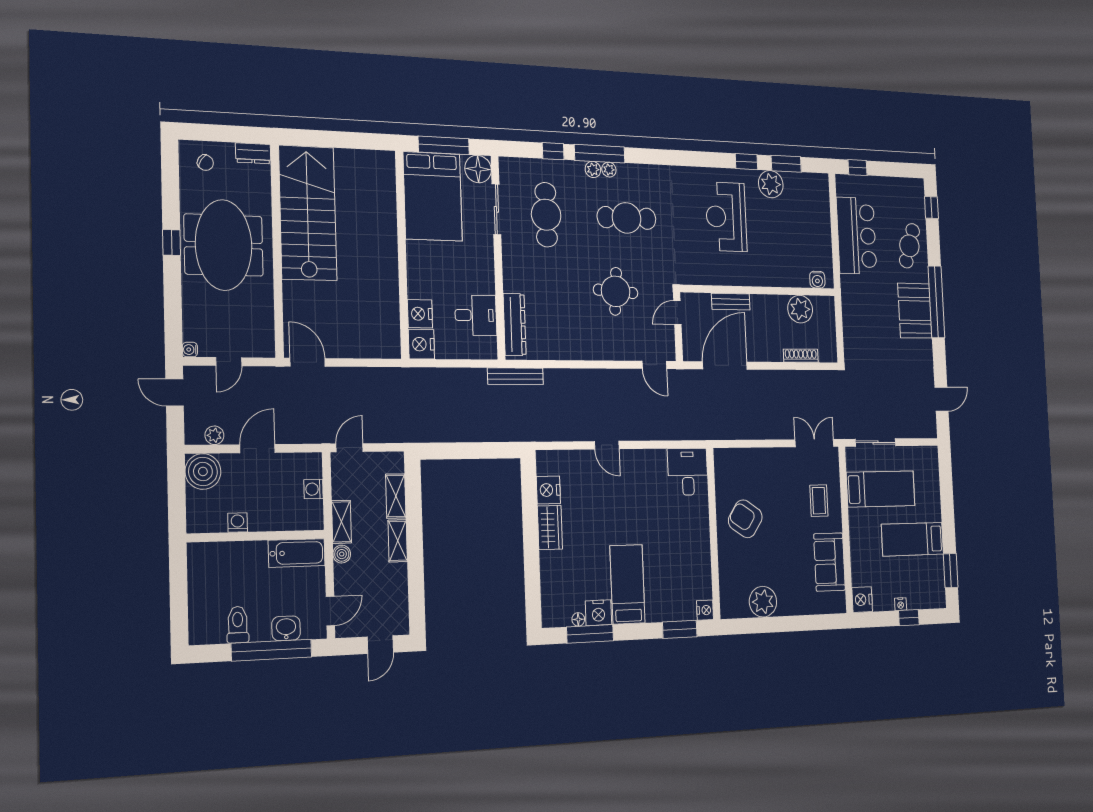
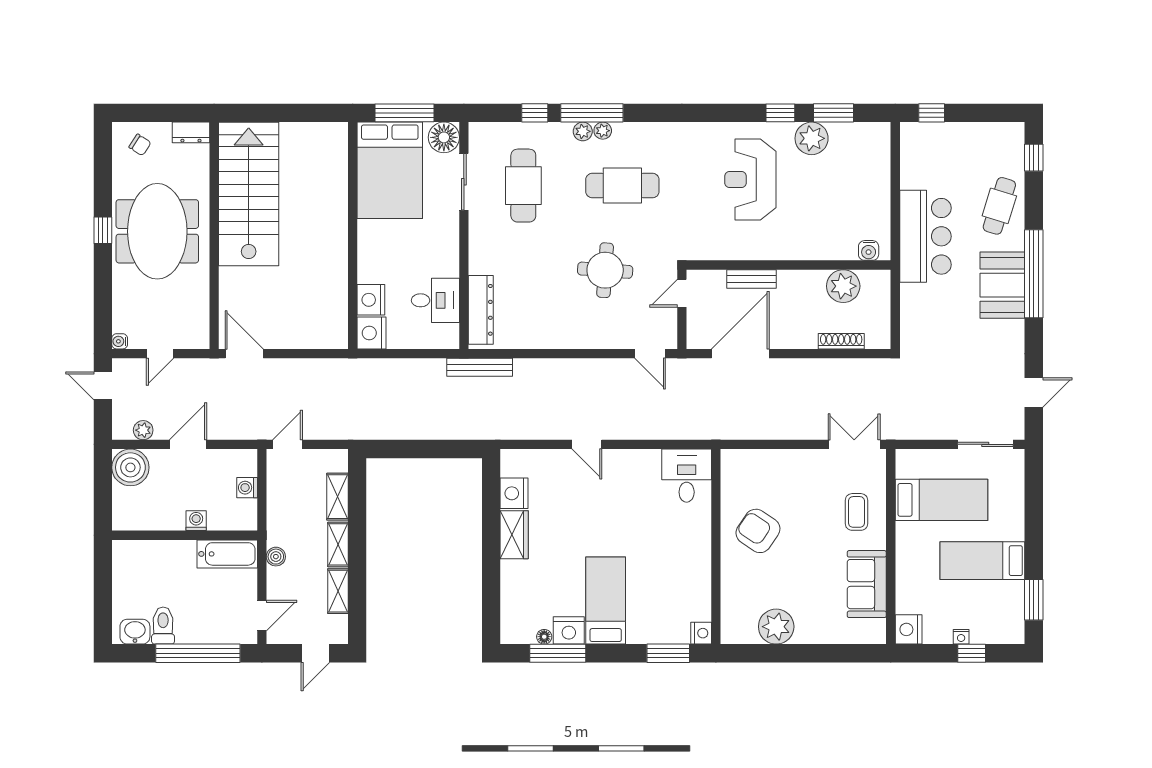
bar counter: (857, 236) -> (925, 236), moved
sliding door: (875, 442) -> (985, 444), moved
shelving: (341, 522) -> (338, 591), moved
washing machine: (238, 523) -> (196, 521), moved
washbasin: (286, 628) -> (135, 632), moved

